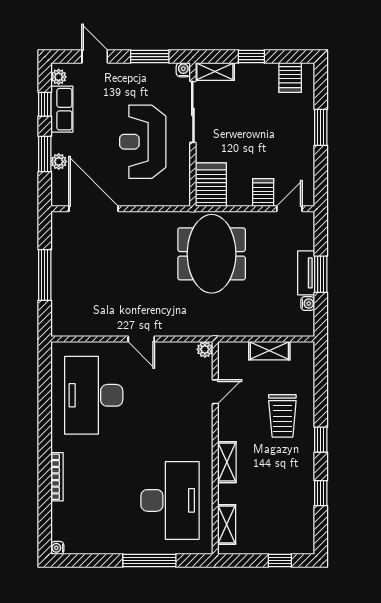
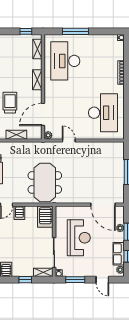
door: (141, 339) -> (69, 140), moved
door: (215, 392) -> (43, 114), width x1.87
window: (280, 560) -> (26, 31), moved

